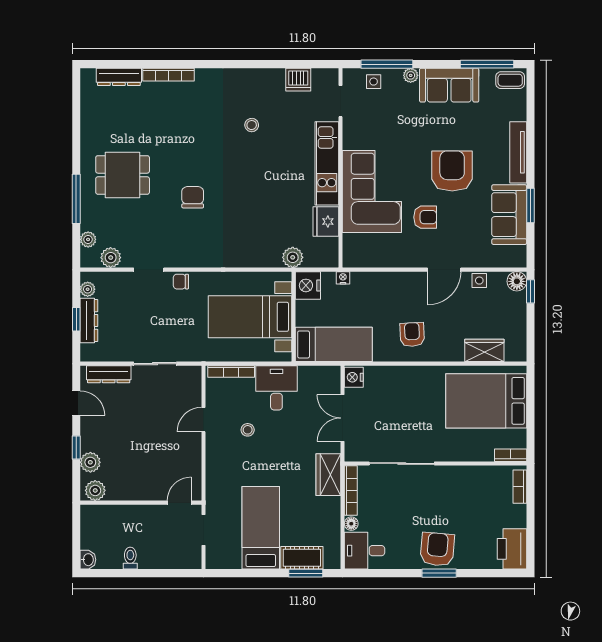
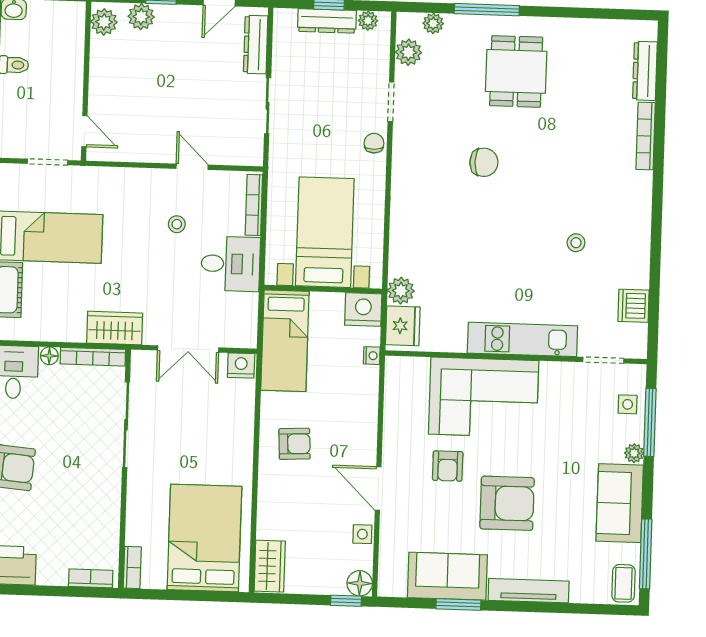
fridge: (326, 222) -> (403, 326), moved, turned 90
wardrobe: (484, 350) -> (270, 566), moved
double door: (342, 418) -> (188, 349), swing flipped

